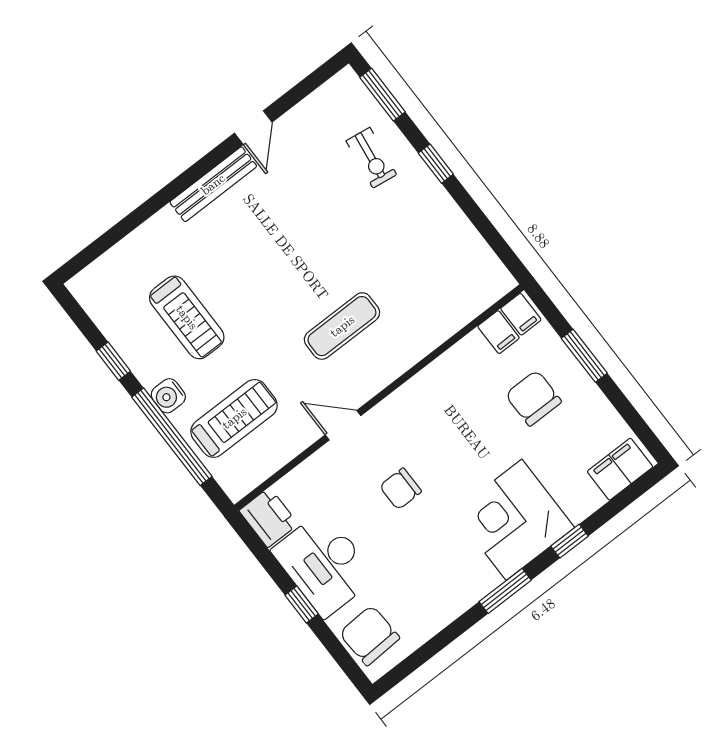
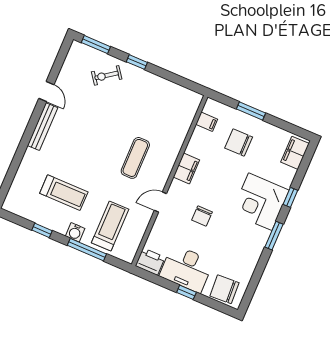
exercise bike: (371, 158) -> (107, 75), turned 136
filing cabinet: (521, 314) -> (186, 168), moved, width x2.00
window: (172, 437) -> (87, 250), width x0.68

